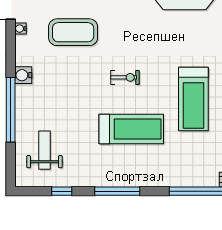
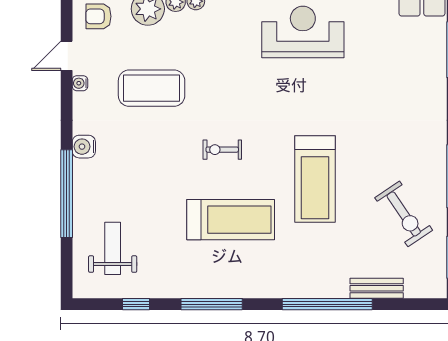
exercise bike: (125, 77) -> (222, 150), turned 180

